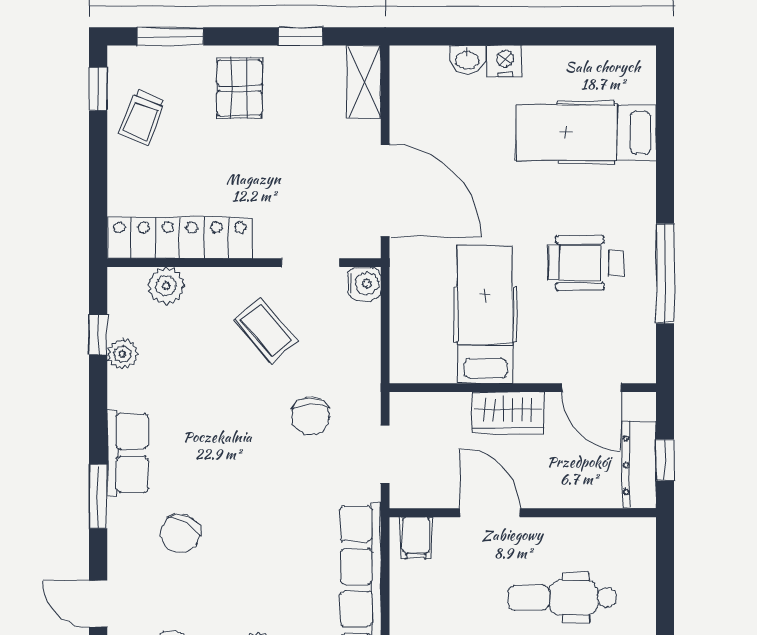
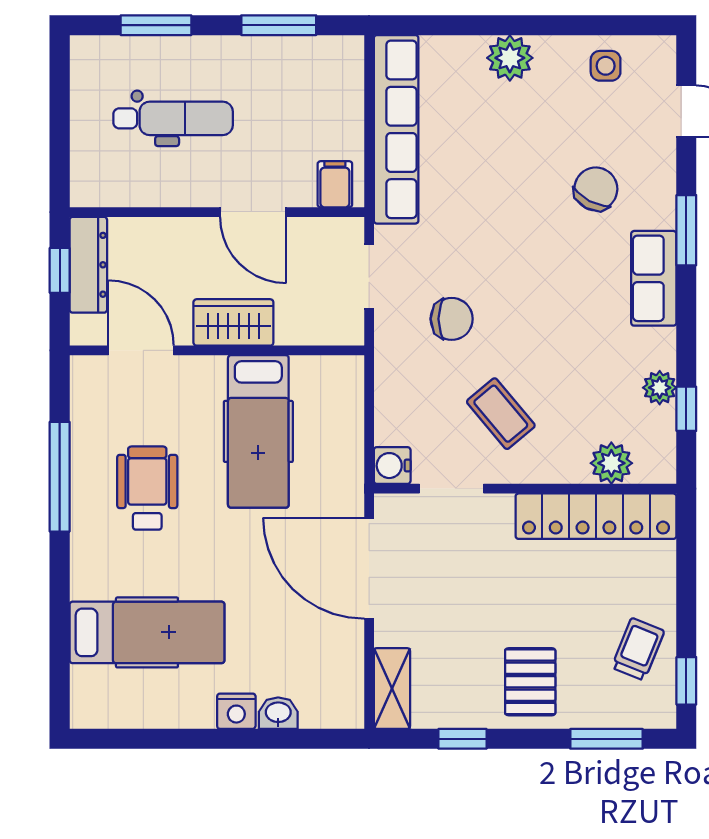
wheelchair: (586, 263) -> (147, 488), turned -90
chair: (310, 416) -> (452, 319), turned 90

